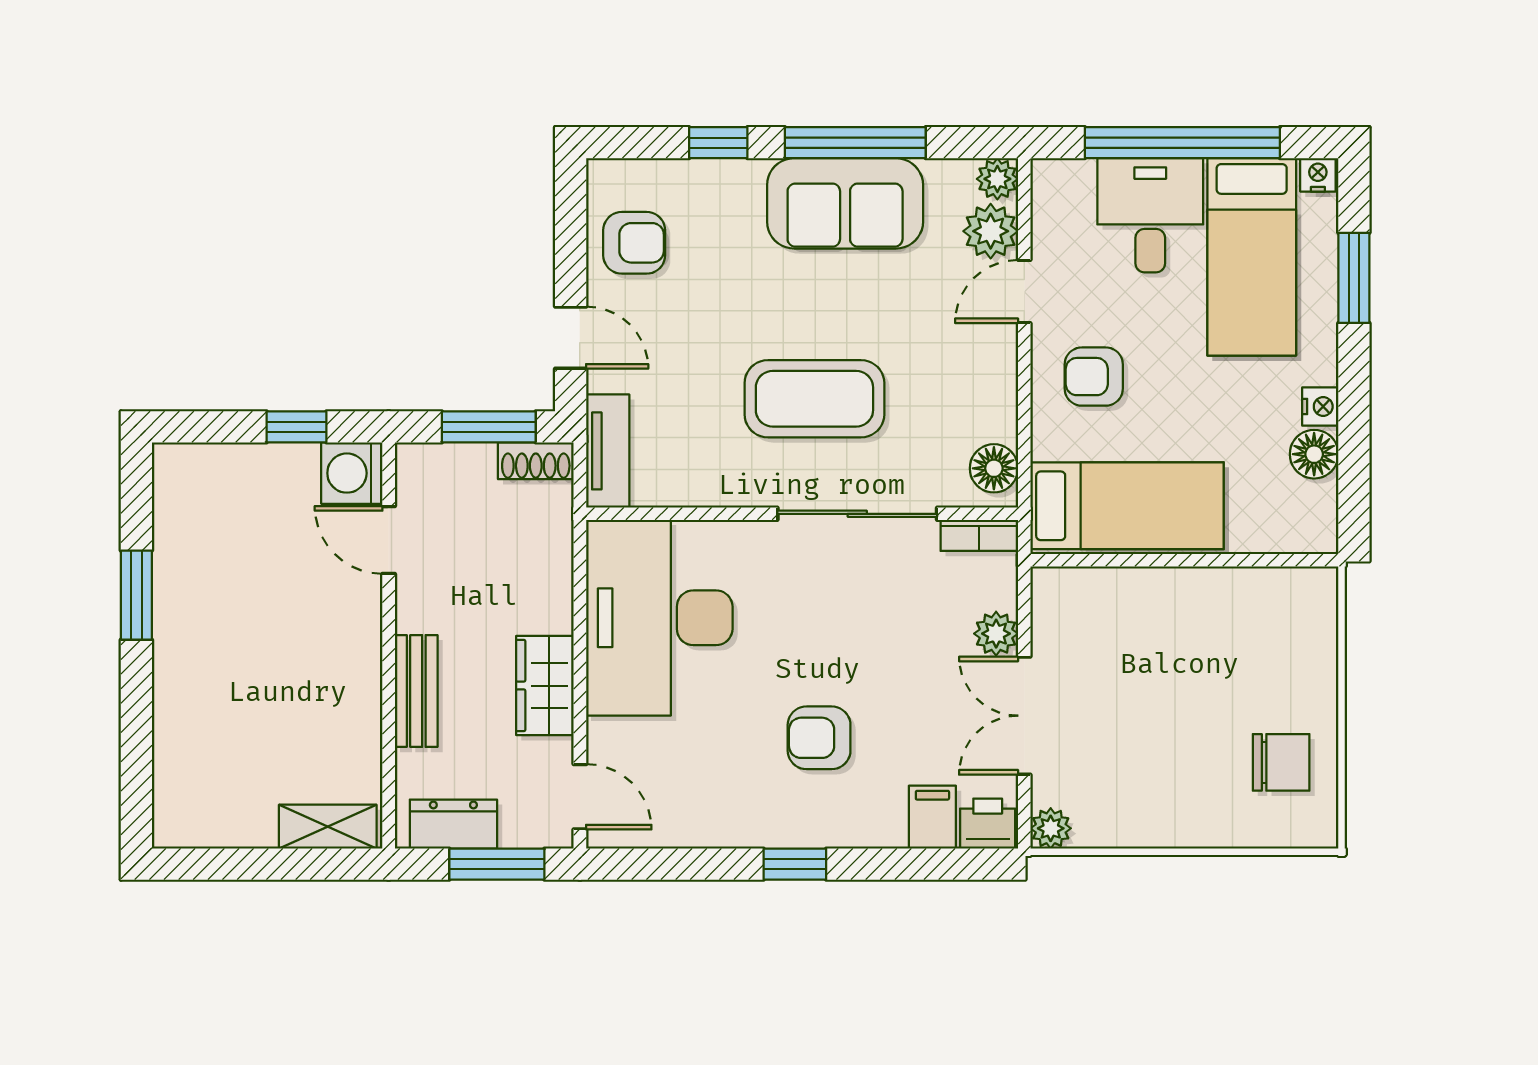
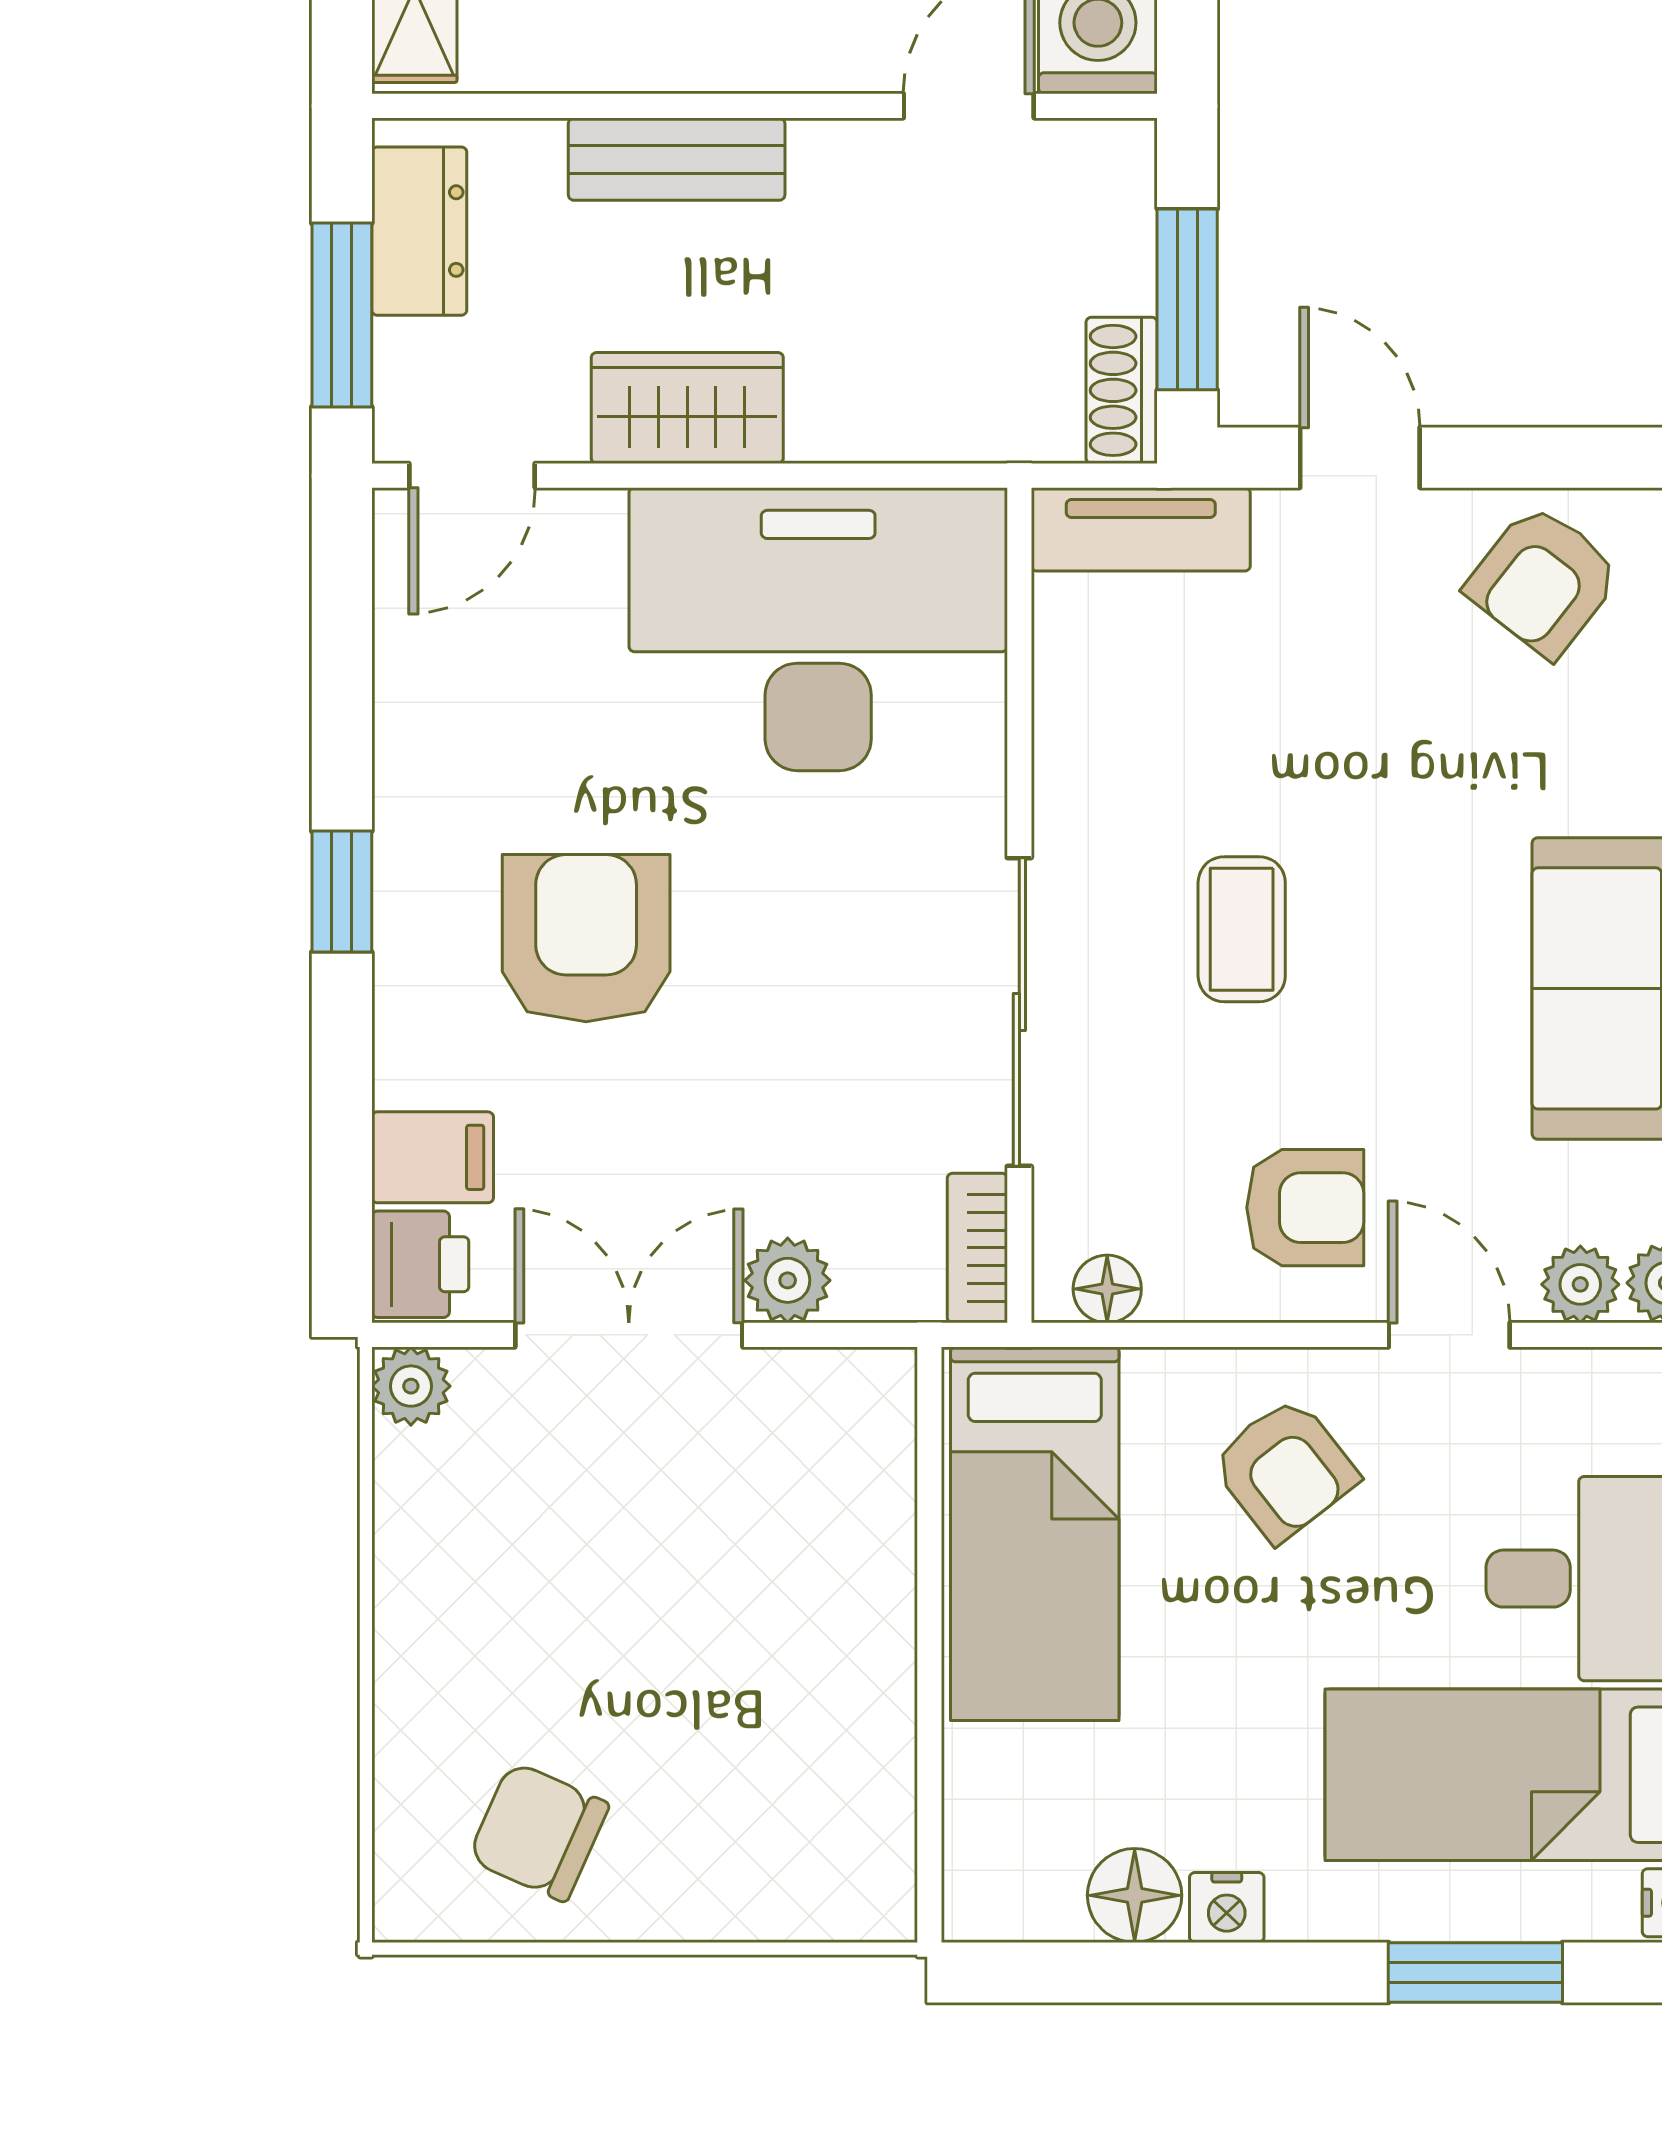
plant: (991, 231) -> (1580, 1284), width x0.73, depth x0.73
armchair: (634, 243) -> (1543, 581), turned 38
door: (571, 338) -> (1360, 458), swing flipped
armchair: (958, 366) -> (1305, 1208), added
armchair: (1094, 377) -> (1285, 1469), turned 142
coffee table: (814, 399) -> (1242, 929), width x0.54, depth x0.58
floor lamp: (994, 468) -> (1107, 1289), width x0.73, depth x0.73
armchair: (819, 738) -> (586, 938), width x1.38, depth x1.38
chair: (1281, 762) -> (539, 1832), turned 114

